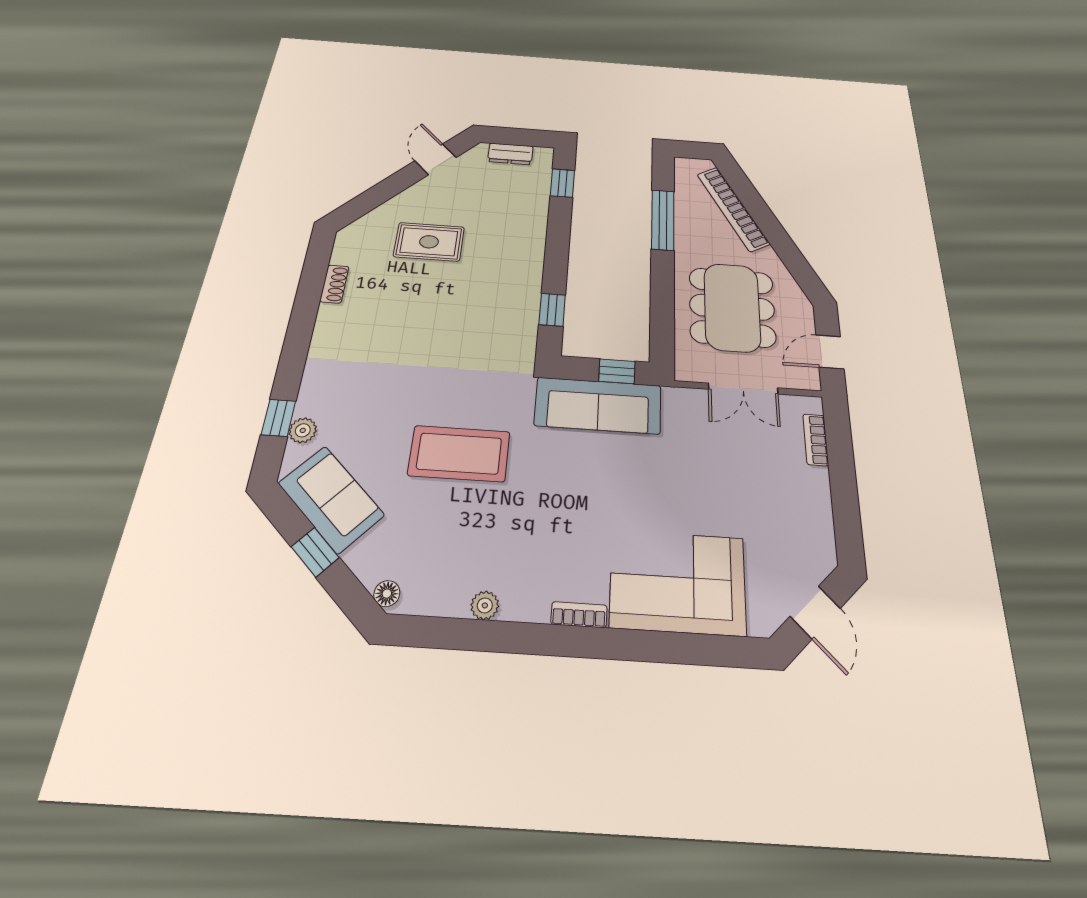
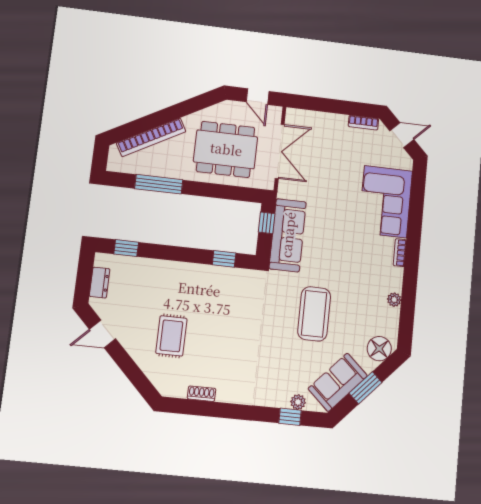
double door: (743, 389) -> (280, 151), width x1.37
bookcase: (816, 440) -> (363, 123), moved
window: (315, 552) -> (366, 388), width x1.50
floor lamp: (387, 594) -> (379, 349), width x1.89, depth x1.89

